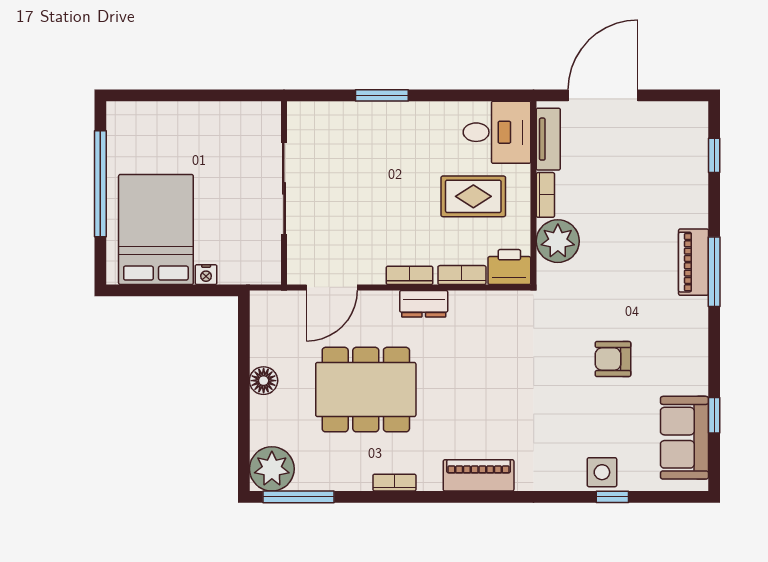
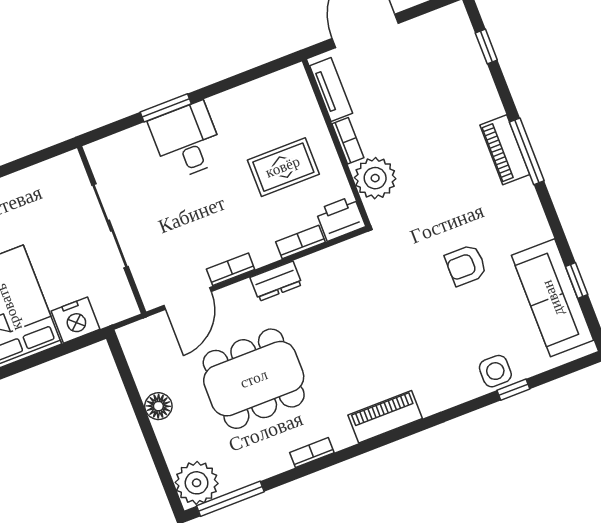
desk: (497, 132) -> (187, 141), moved, turned -90
nightstand: (206, 275) -> (75, 320), width x1.89, depth x1.79
bookcase: (410, 275) -> (231, 269), moved
sofa: (684, 438) -> (553, 298), width x1.36

